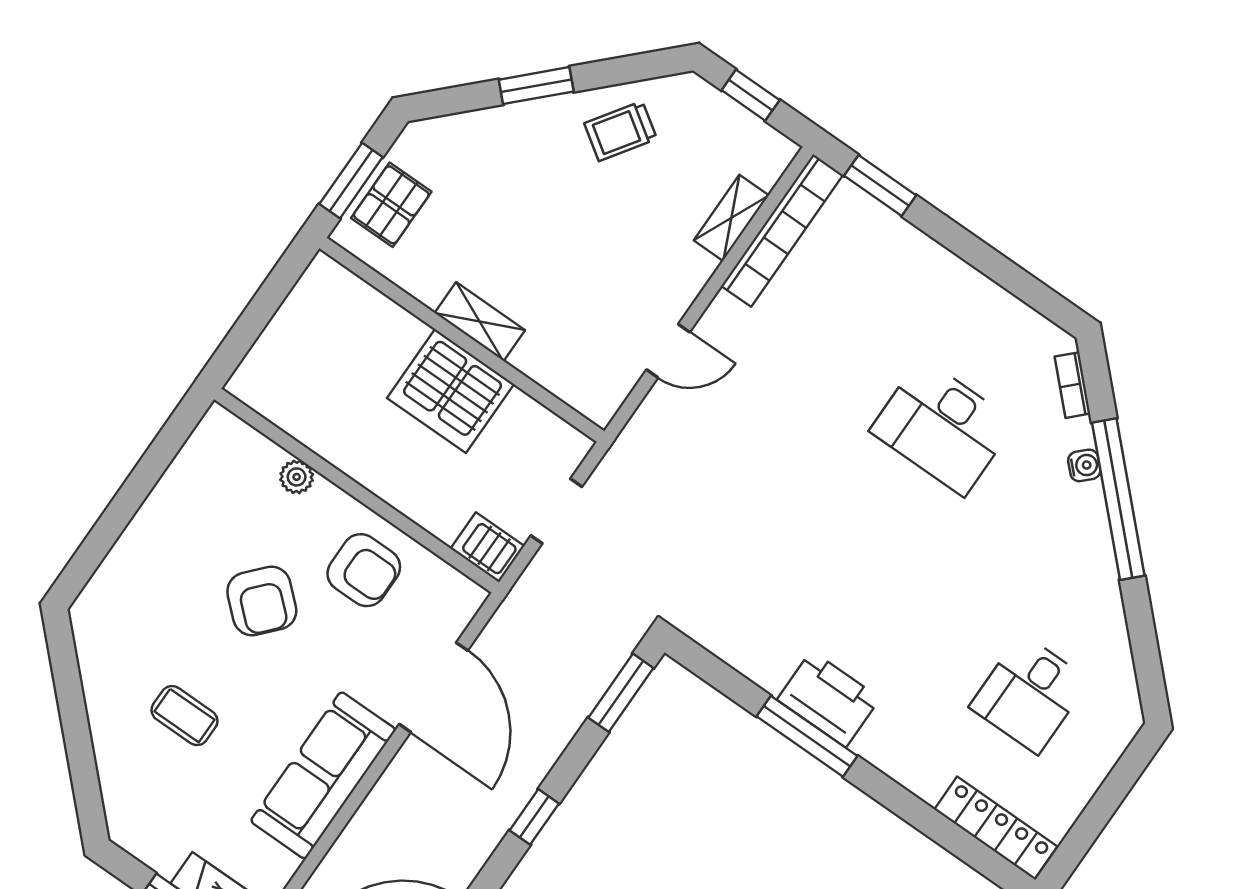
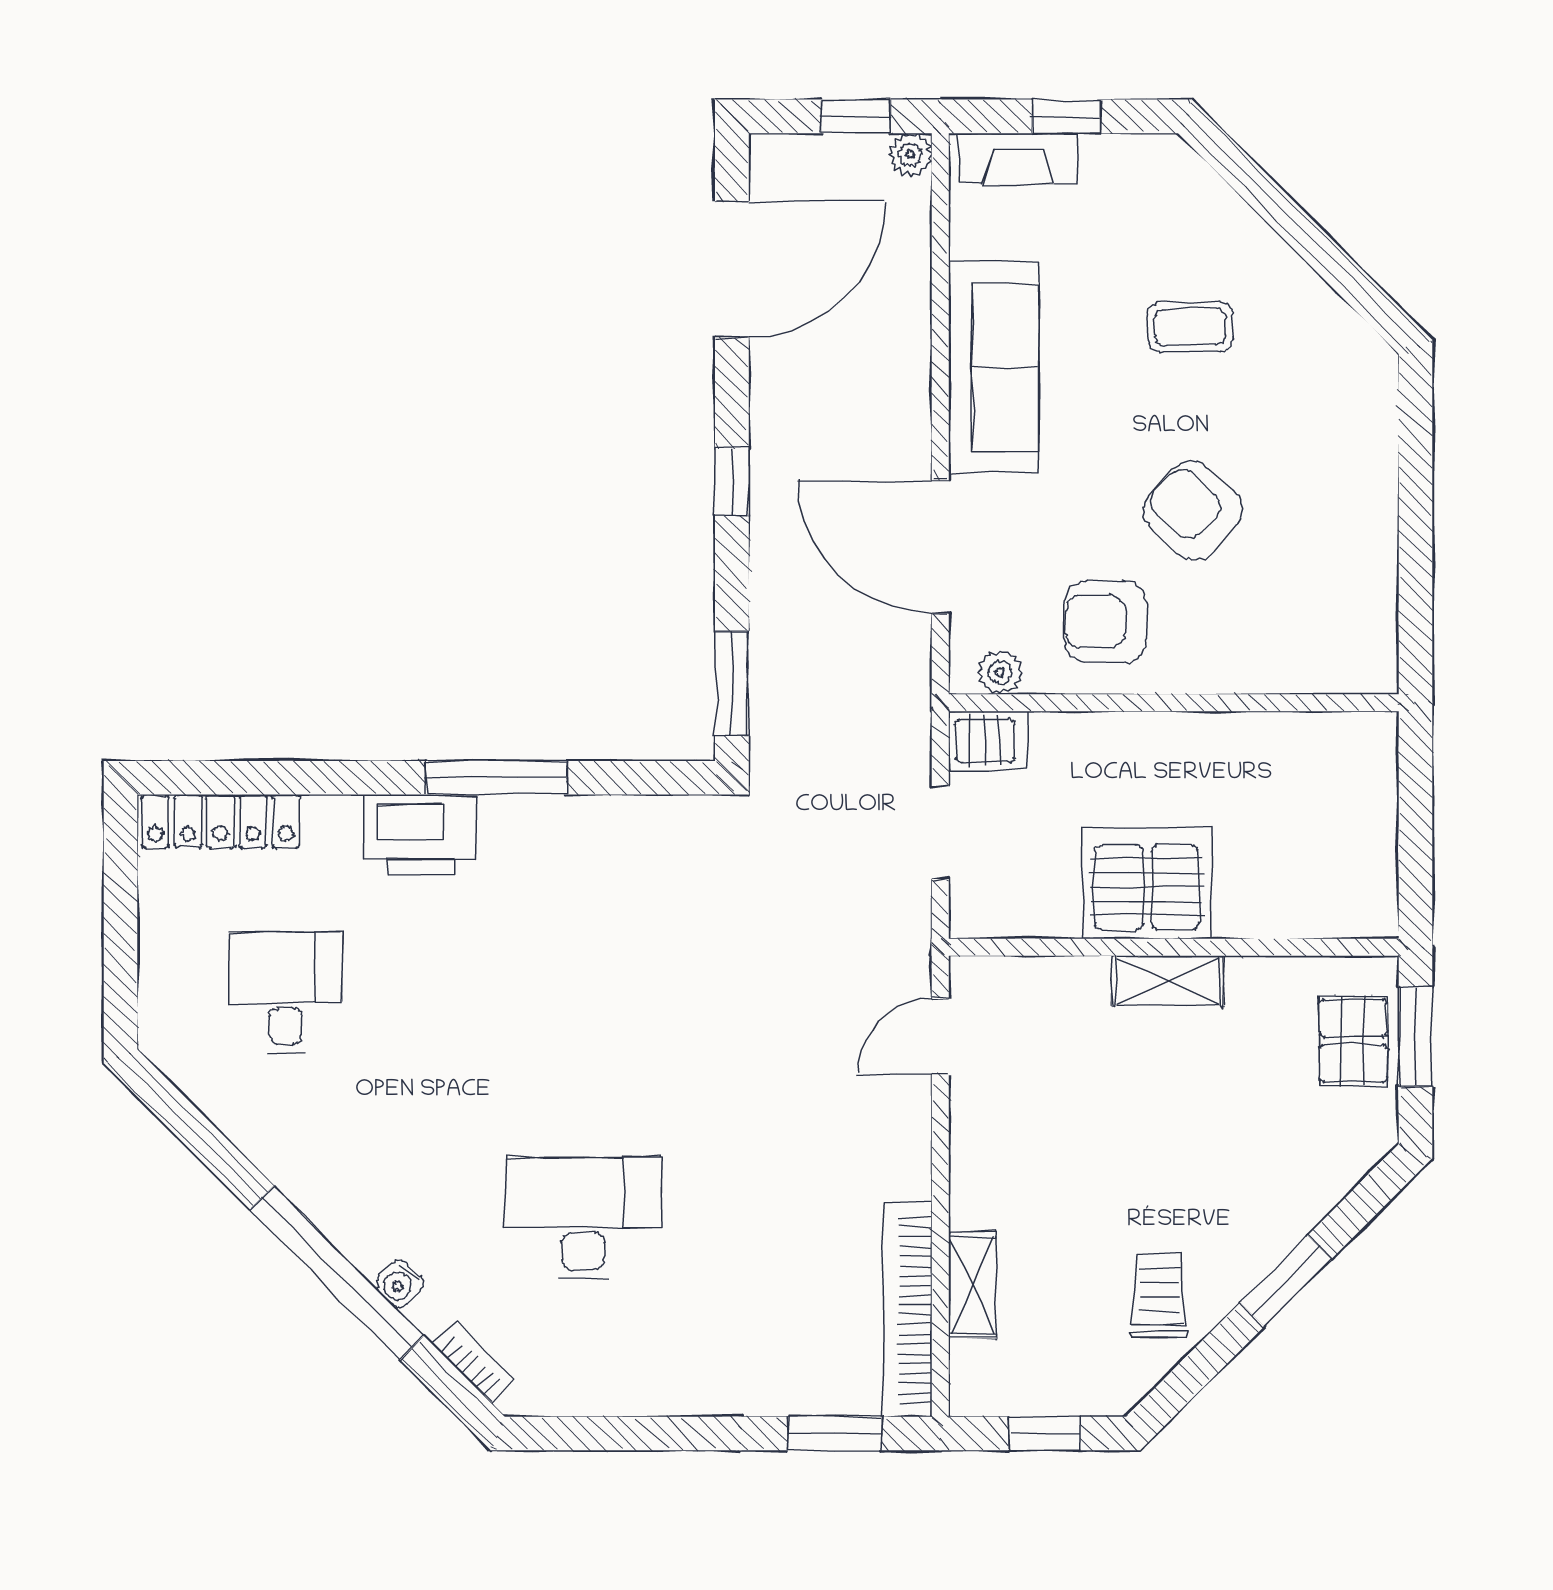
trolley: (621, 131) -> (1159, 1296), turned -34
door: (668, 351) -> (940, 1036), moved
plant: (297, 477) -> (1000, 672), moved
printer: (829, 699) -> (421, 835), moved

